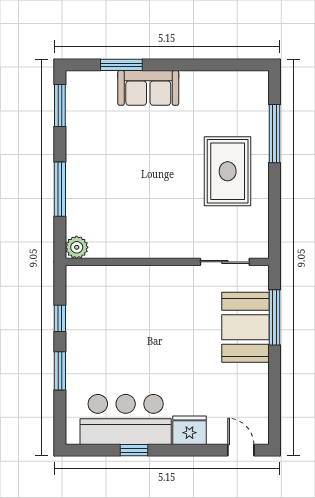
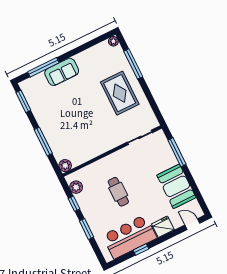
window: (121, 65) -> (43, 67), width x1.44
plant: (260, 79) -> (113, 41), added
plant: (77, 292) -> (76, 187), added
booth: (245, 327) -> (176, 186), moved
cafe table: (144, 335) -> (118, 192), added

